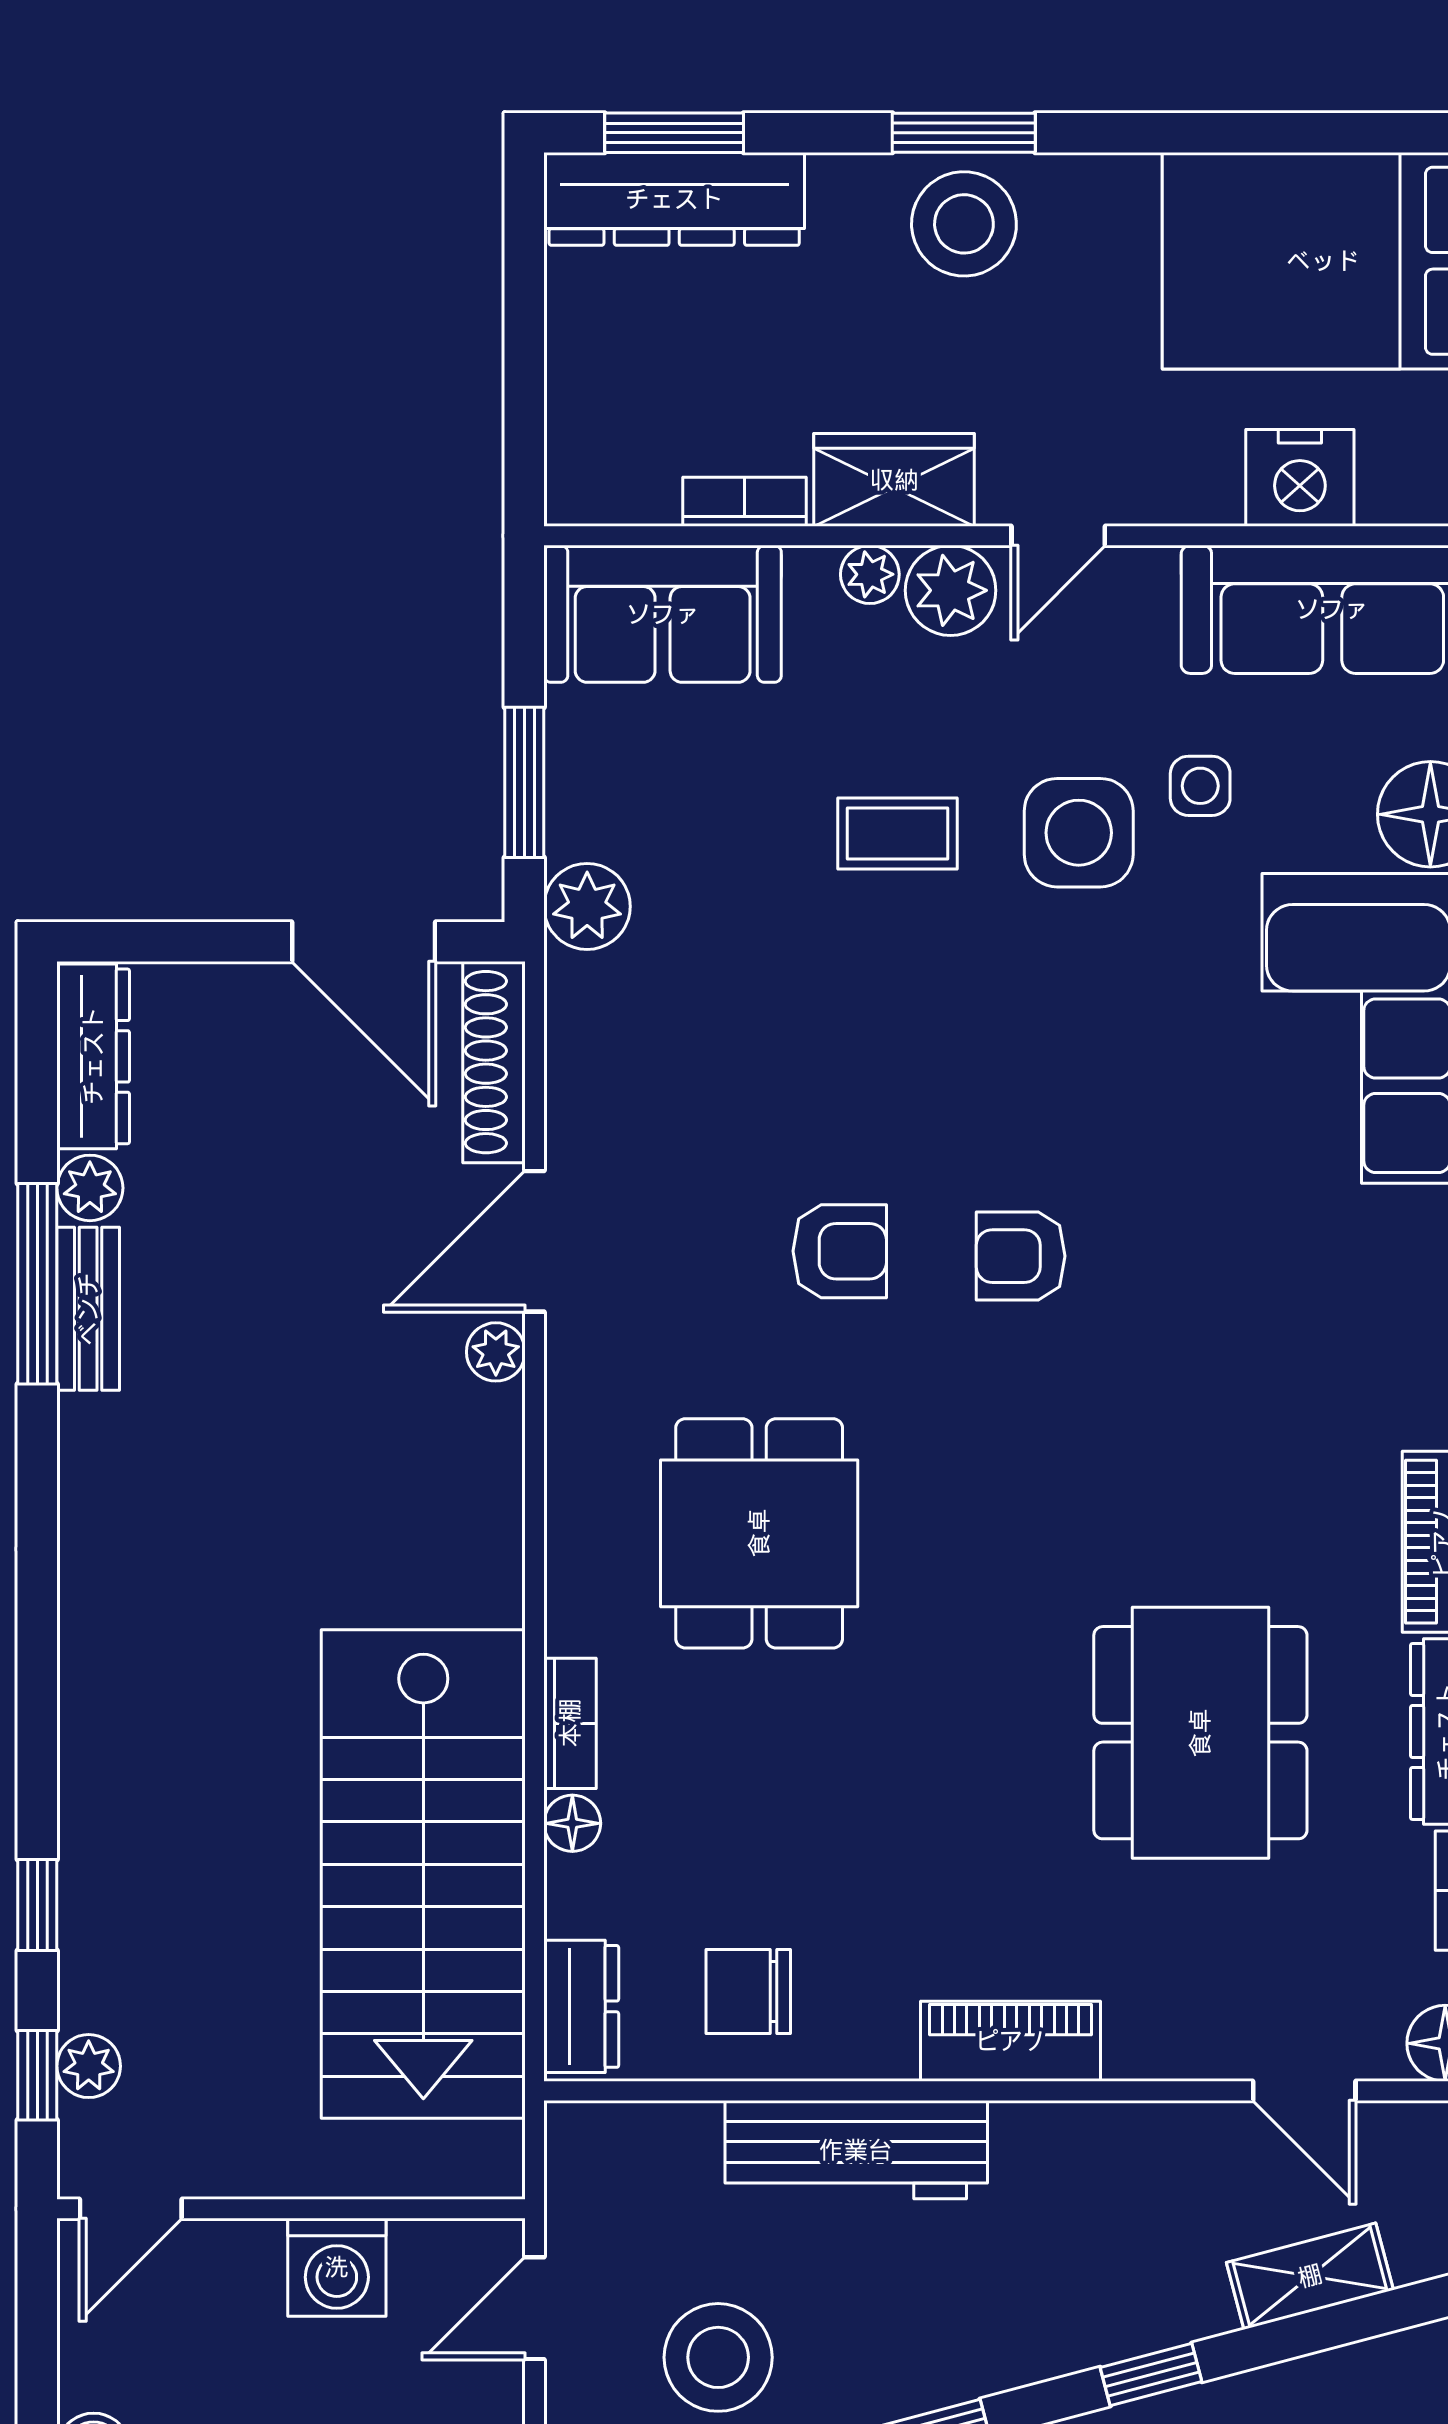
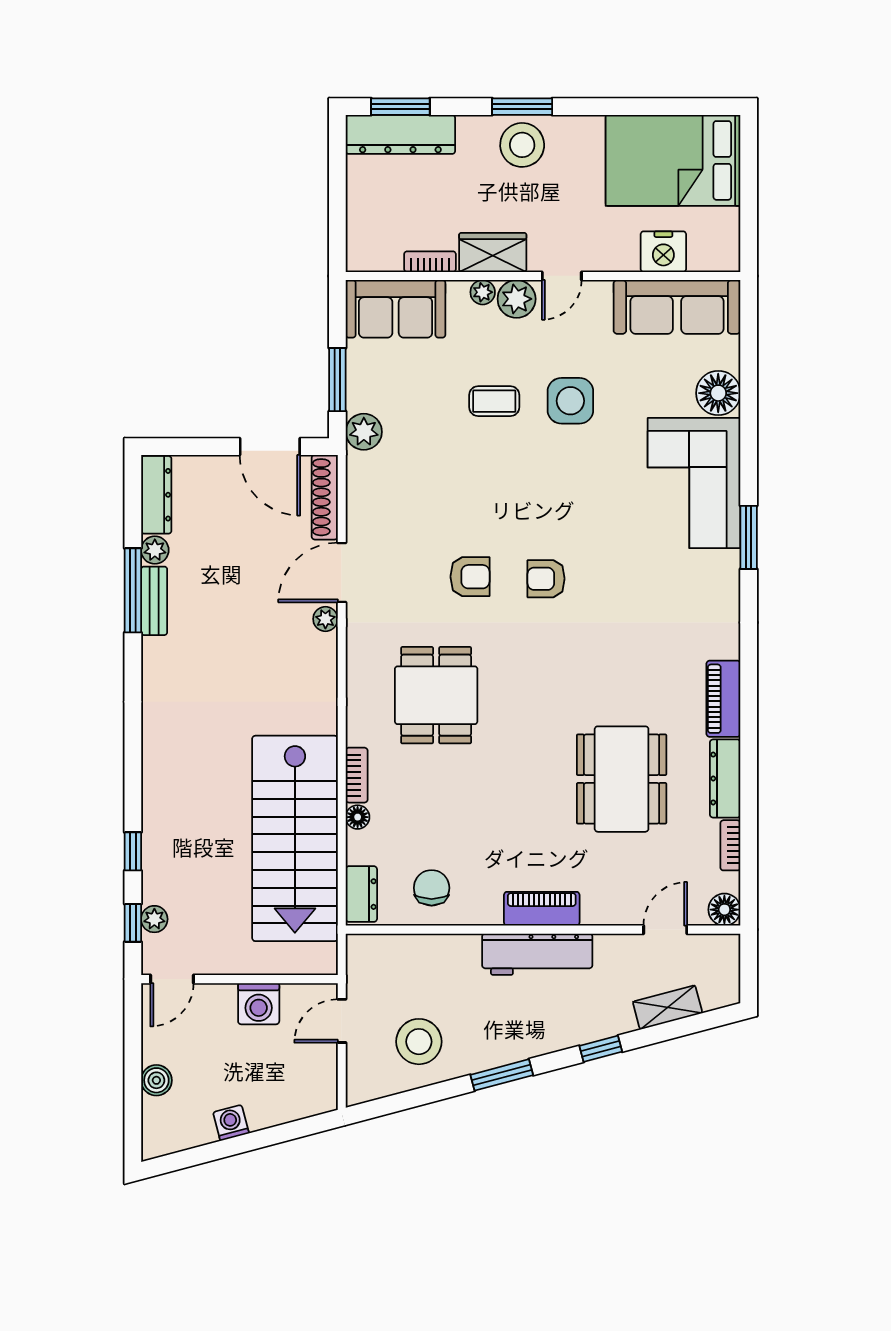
side table: (1200, 786) -> (621, 381), removed
chair: (748, 1992) -> (432, 888), turned 90
door: (1304, 2091) -> (665, 930), swing flipped
workbench: (856, 2150) -> (537, 954), moved

